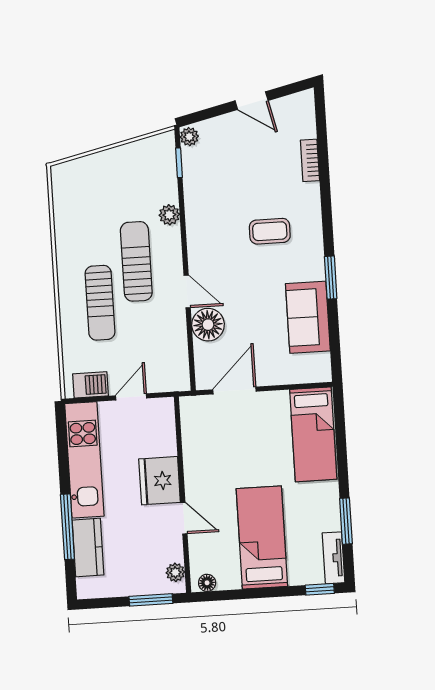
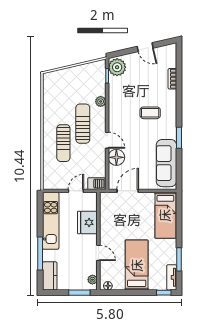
plant: (189, 137) -> (117, 67), width x1.87, depth x1.87
sofa: (308, 317) -> (166, 163), width x1.36
barbecue: (91, 385) -> (96, 184), moved
fridge: (160, 481) -> (87, 222), moved
kitchen counter: (88, 547) -> (50, 276), moved

